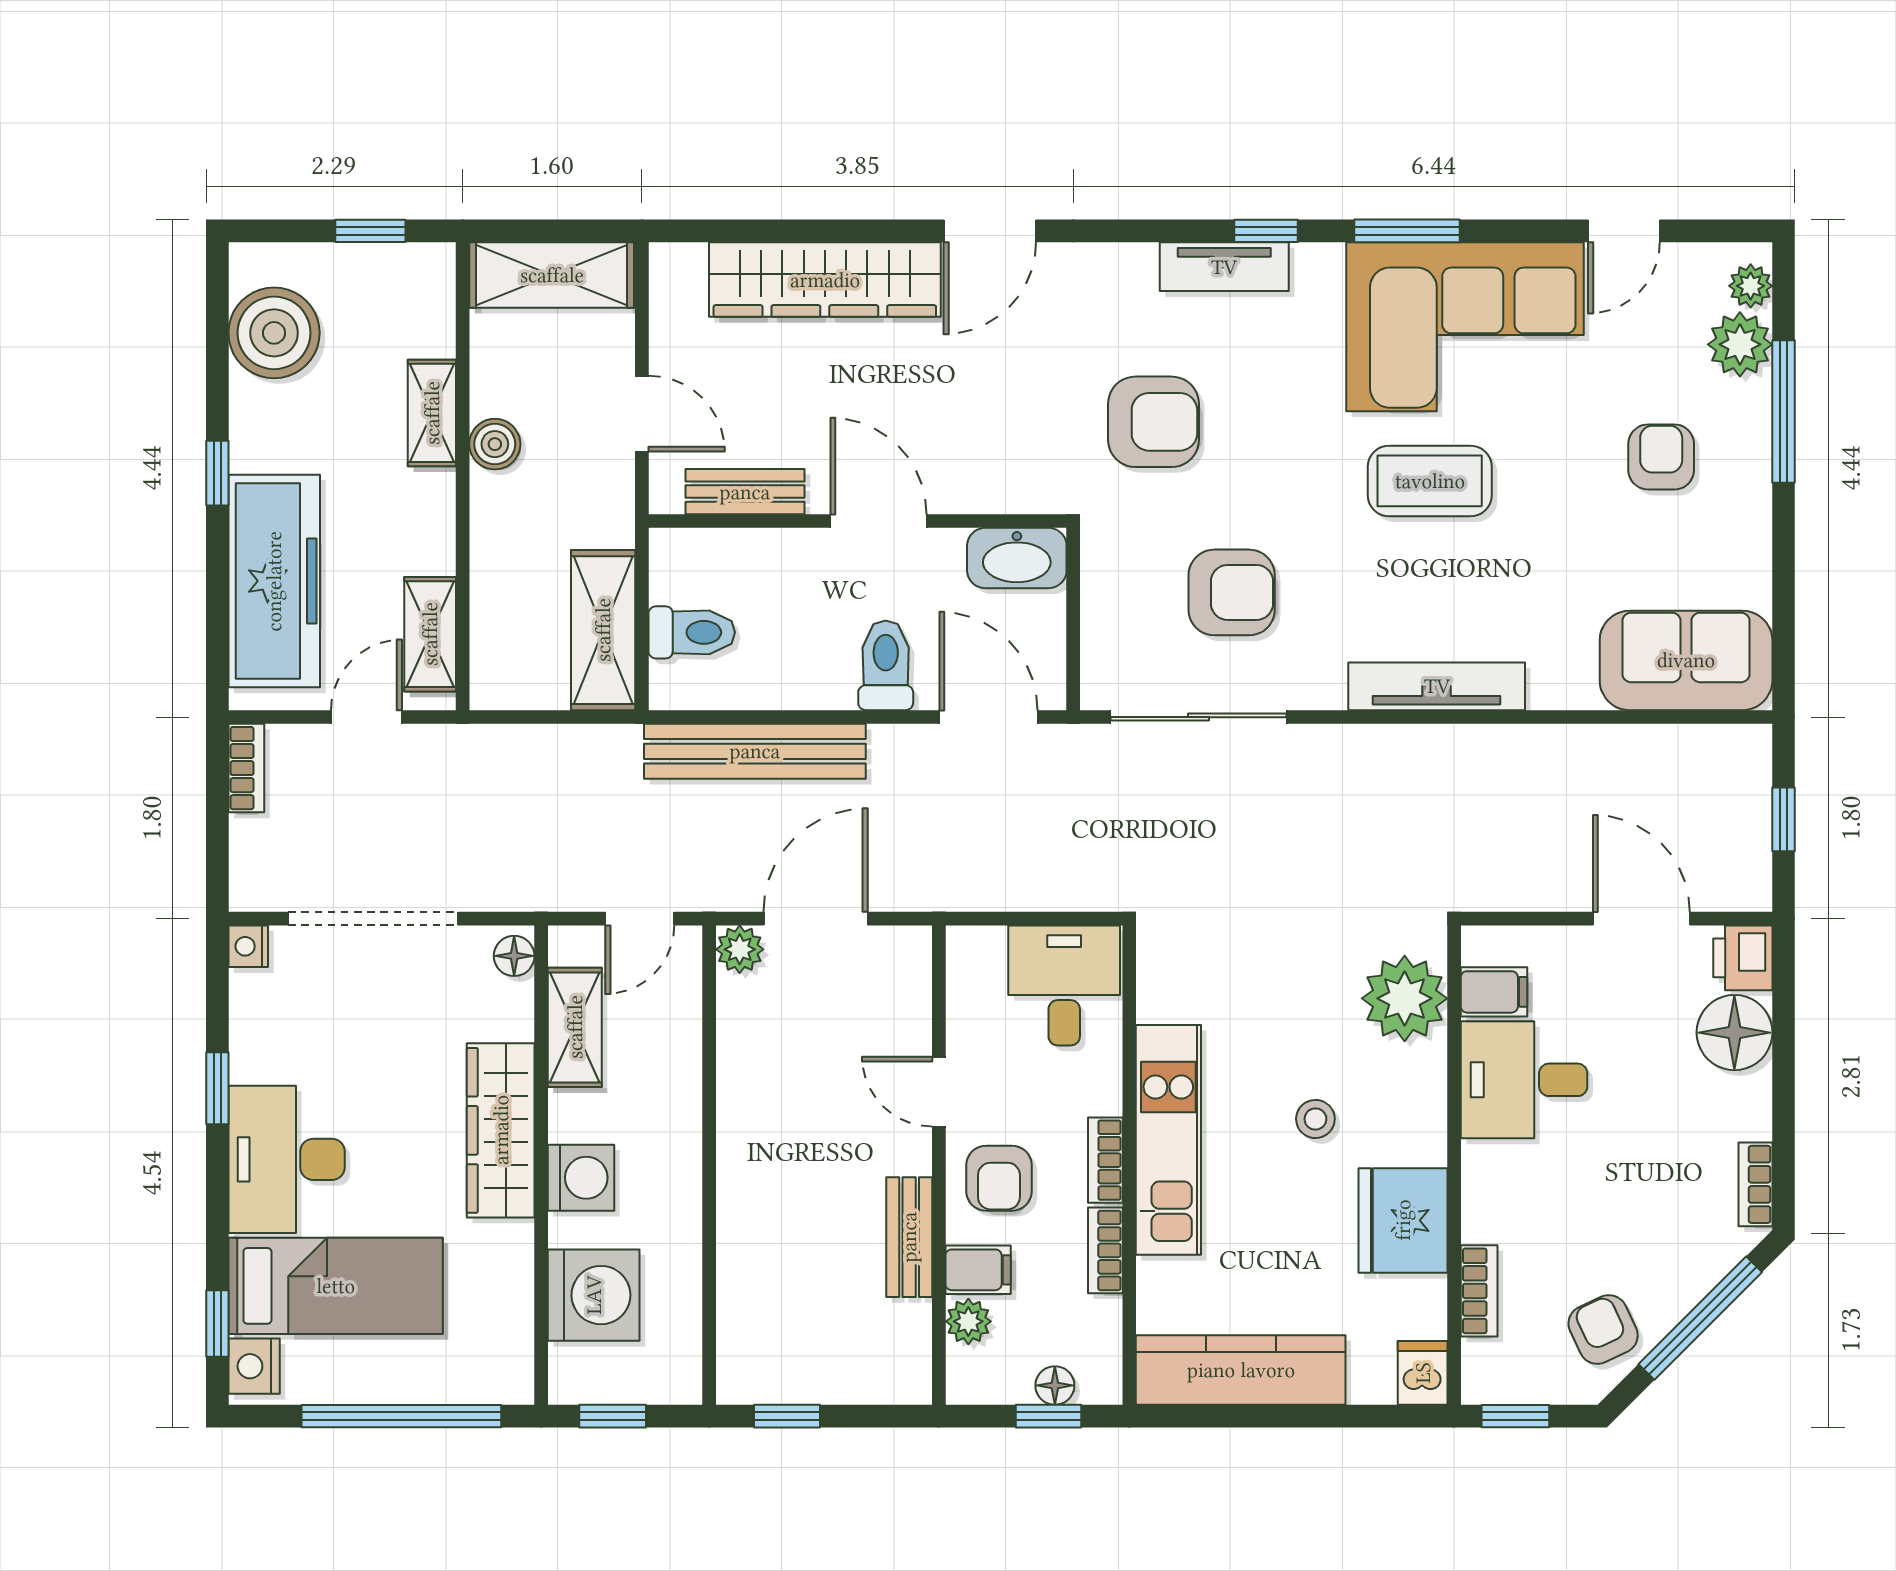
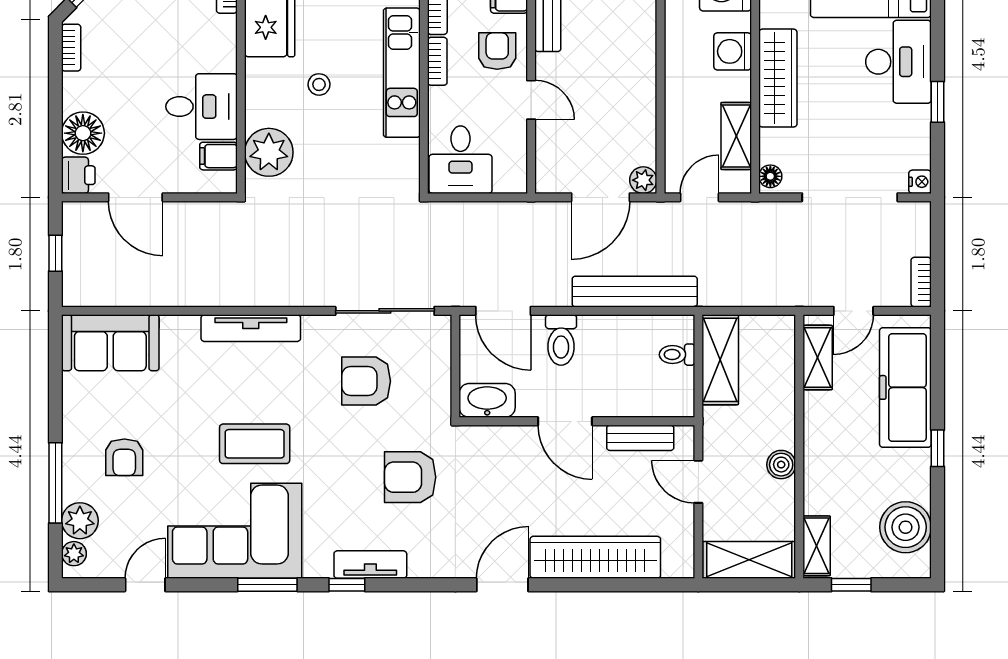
shelving: (432, 413) -> (817, 546), moved
toilet: (692, 632) -> (677, 355), width x0.73, depth x0.72

